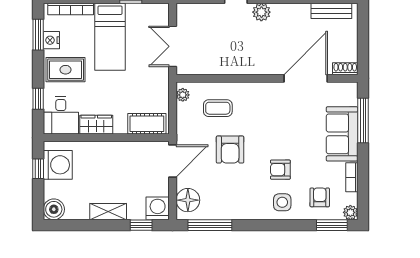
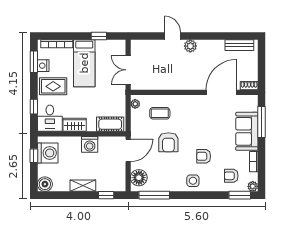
armchair: (320, 197) -> (231, 176), turned -90
side table: (282, 202) -> (193, 181), moved
washing machine: (158, 208) -> (90, 144), moved, turned 180

